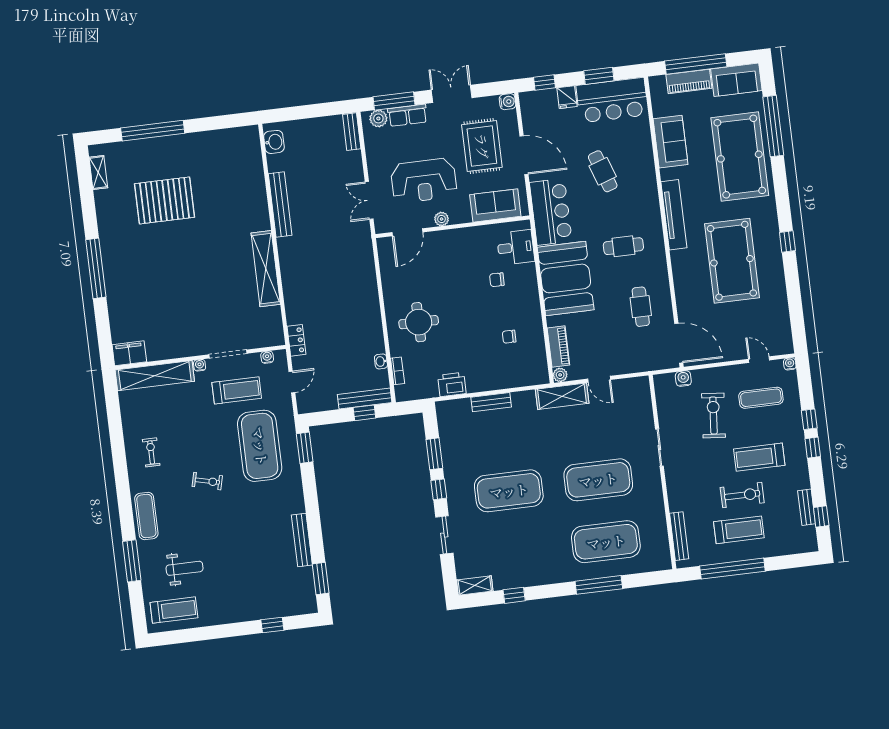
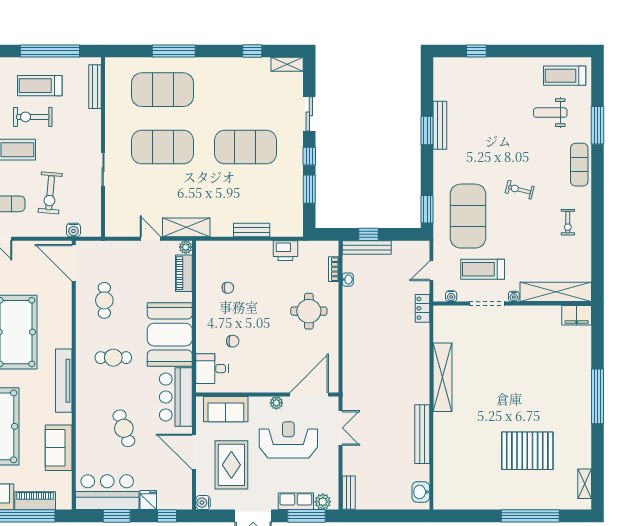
door: (407, 232) -> (309, 394), width x1.36
window: (321, 578) -> (427, 130), moved

